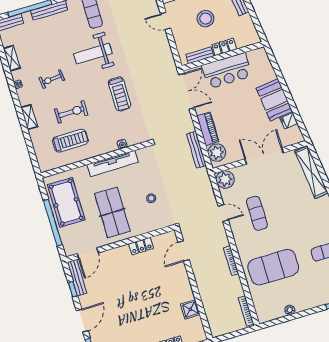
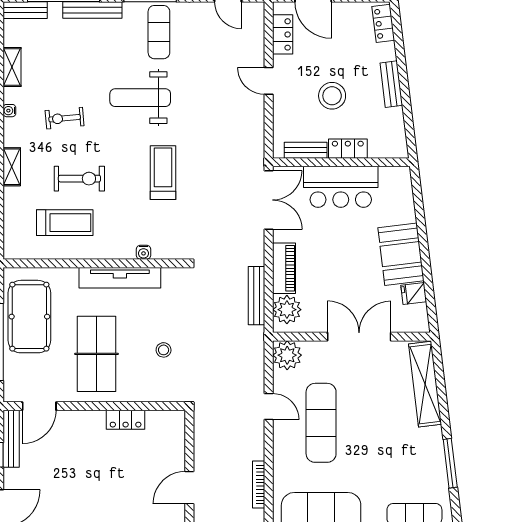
treadmill: (120, 94) -> (163, 173), turned 180
exercise mat: (257, 213) -> (321, 423), width x1.36, depth x1.45
door: (184, 251) -> (189, 488), moved

